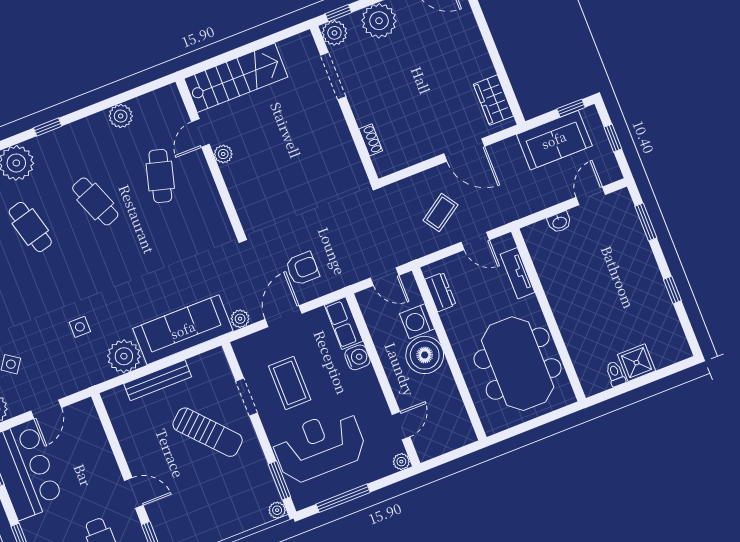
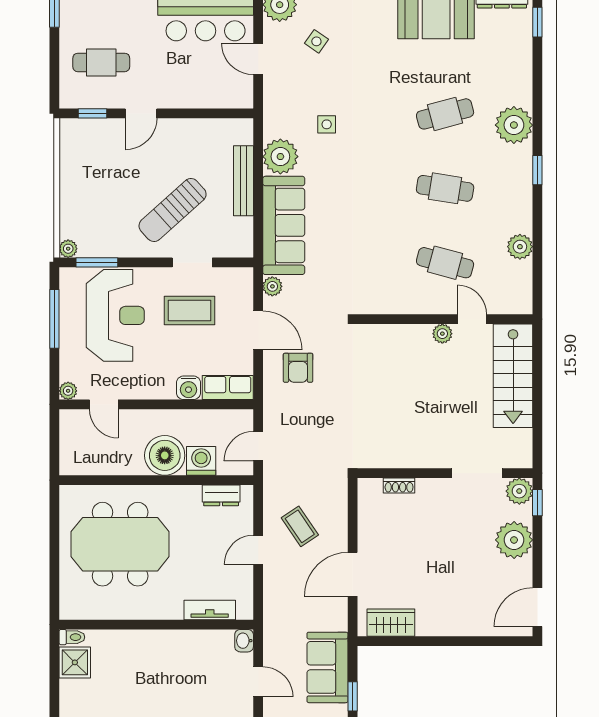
cafe table: (95, 201) -> (445, 188), turned 30
tv unit: (518, 273) -> (210, 610), moved
wall: (549, 315) -> (156, 625), moved

